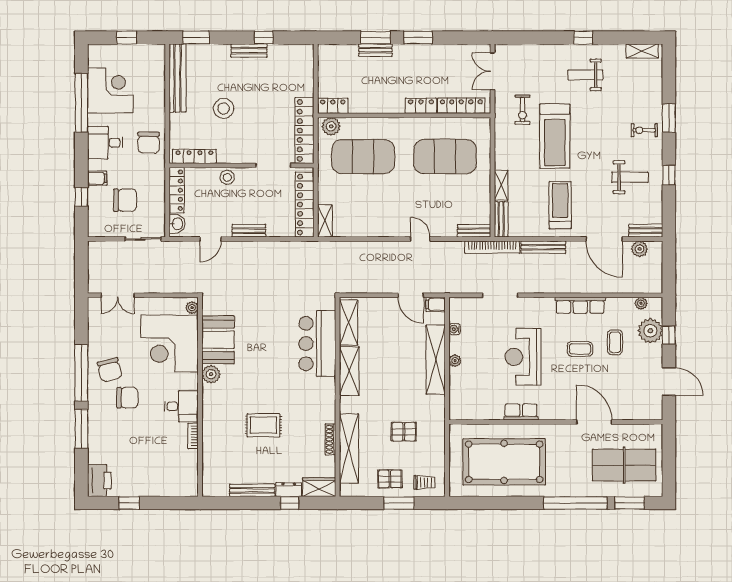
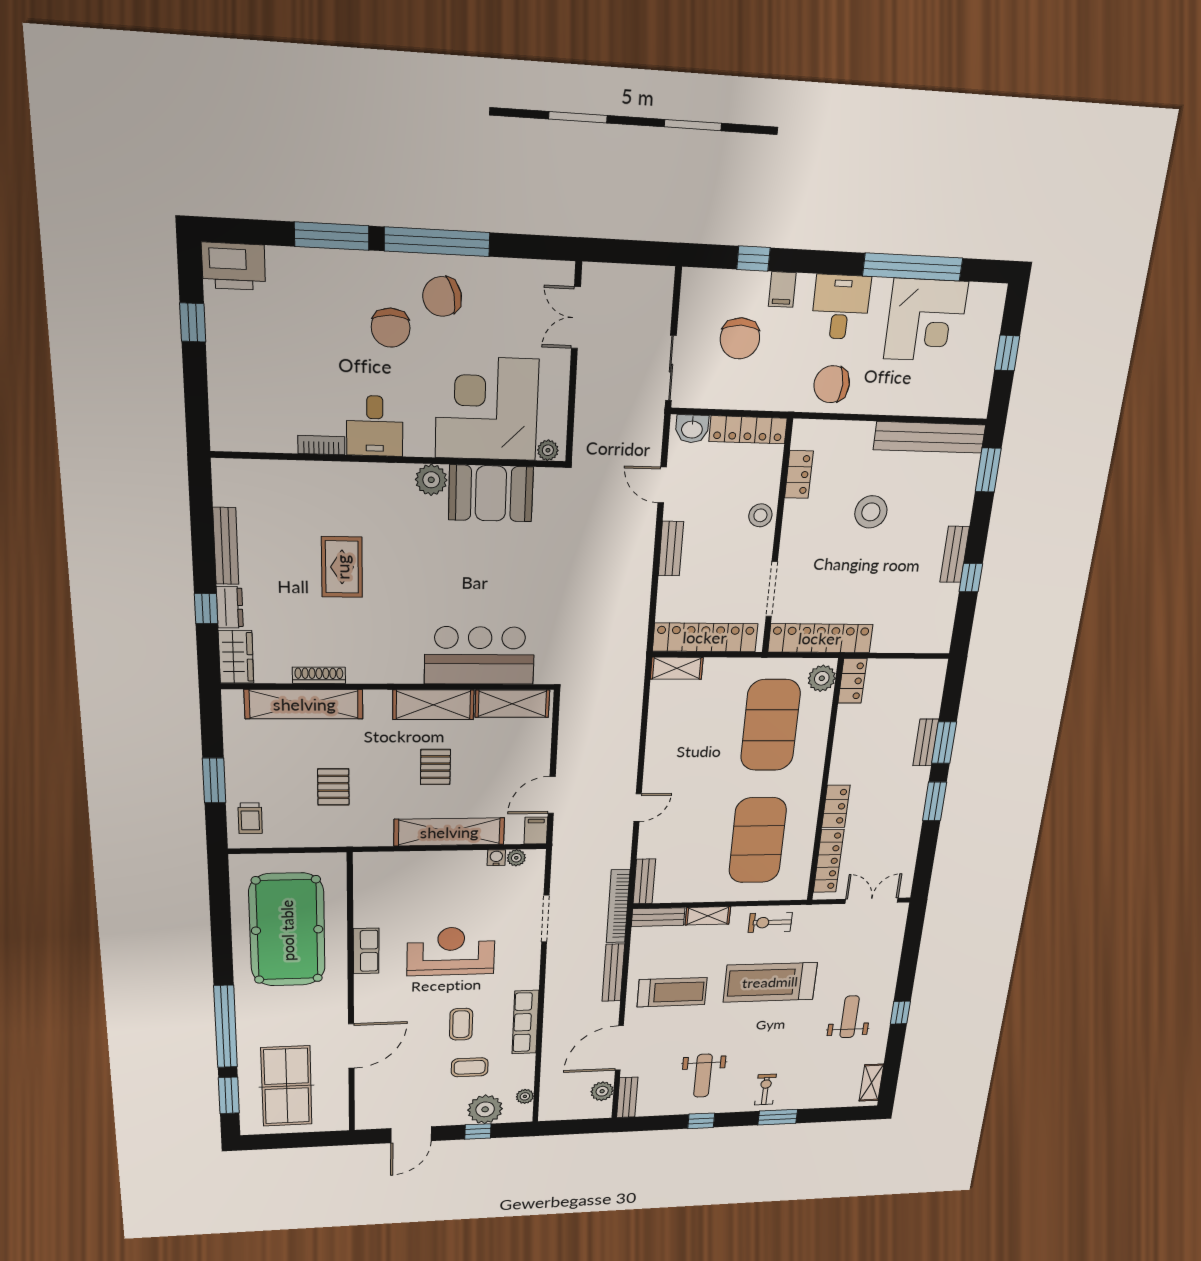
exercise bike: (523, 110) -> (770, 922), moved
locker: (194, 156) -> (799, 474), width x0.66
plant: (455, 361) -> (516, 858), moved
pallet: (390, 479) -> (435, 767), moved

